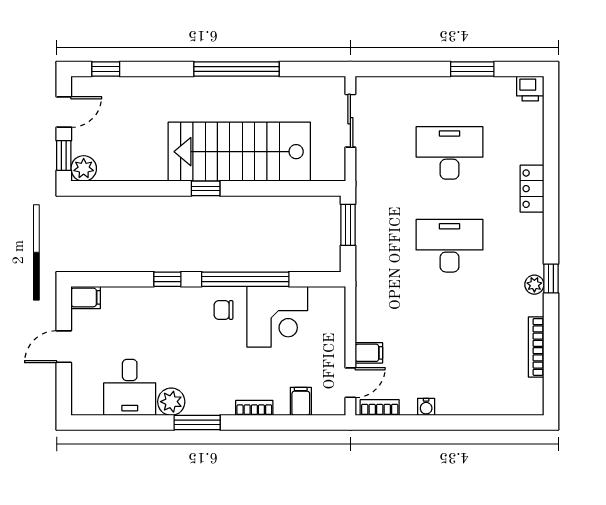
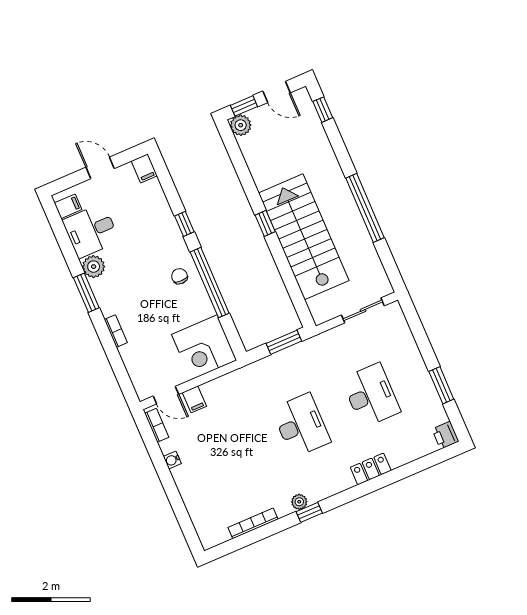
corner desk: (277, 317) -> (204, 347), moved
filing cabinet: (301, 401) -> (68, 206), moved

